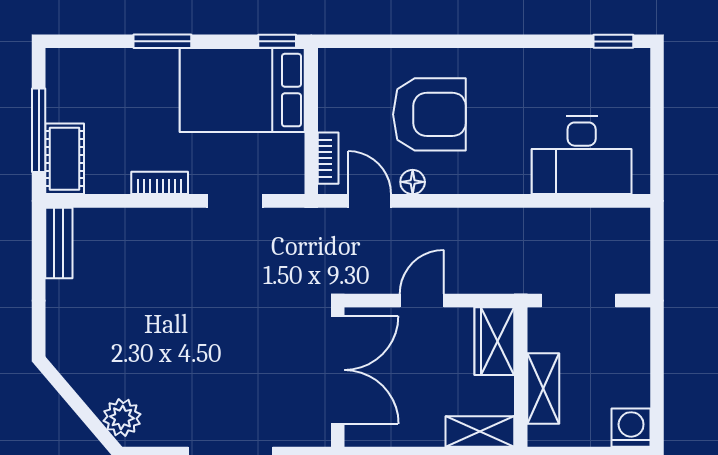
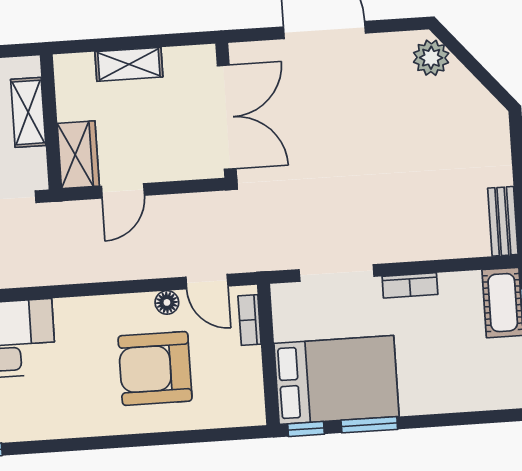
window: (162, 41) -> (369, 425), moved
doorway: (235, 201) -> (337, 273), width x1.38
door: (422, 301) -> (123, 191), moved
double door: (338, 370) -> (227, 117), swing flipped
shelving: (480, 431) -> (129, 64), moved

